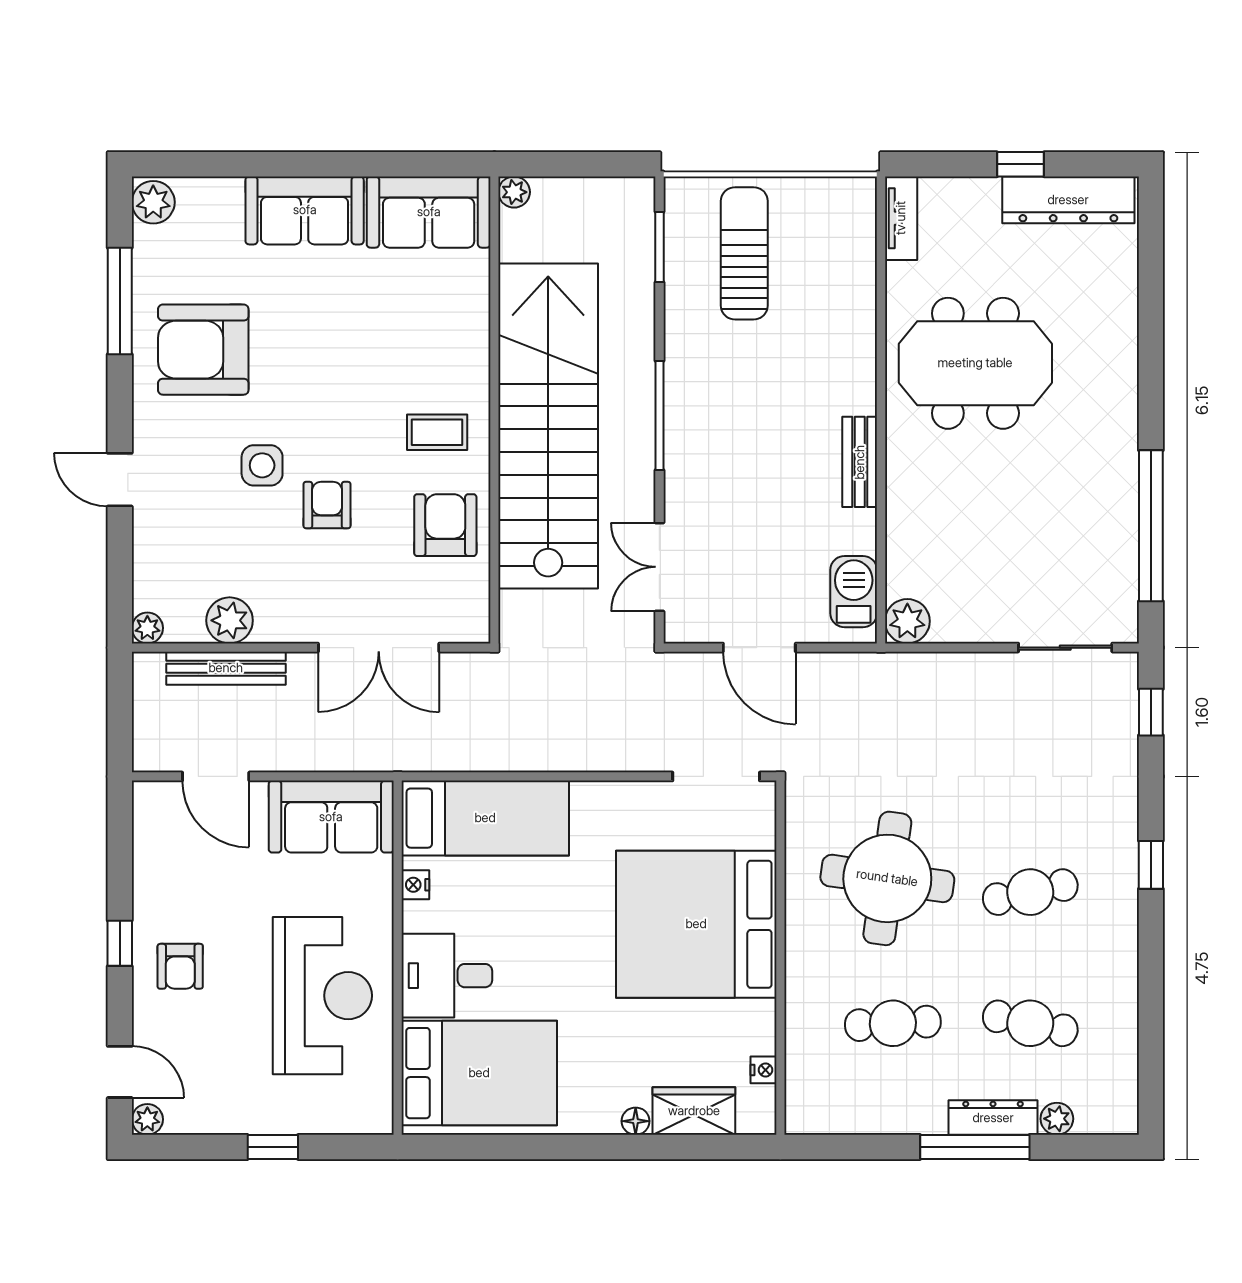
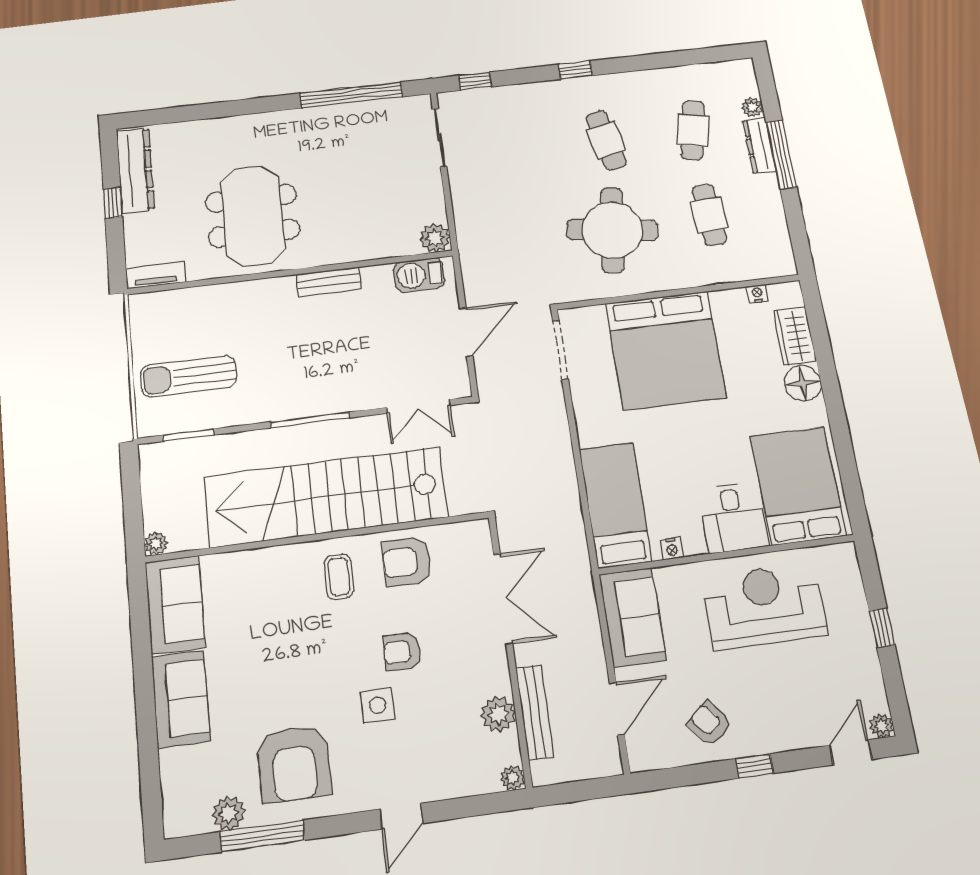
plant: (153, 202) -> (229, 813), moved
armchair: (180, 966) -> (709, 723), moved, turned -130
floor lamp: (636, 1121) -> (803, 383), width x1.89, depth x1.89

